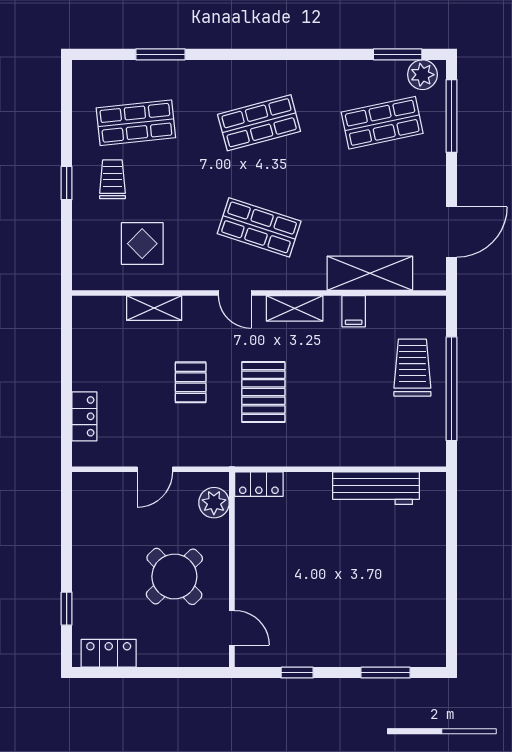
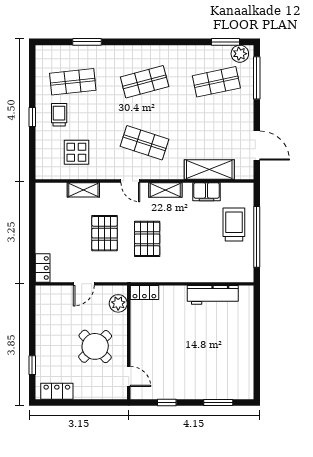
door: (452, 232) -> (257, 146), hinge flipped
filing cabinet: (354, 311) -> (207, 192), width x2.00
pallet: (191, 382) -> (105, 233), width x1.50, depth x1.42
locker: (84, 416) -> (43, 268), moved

